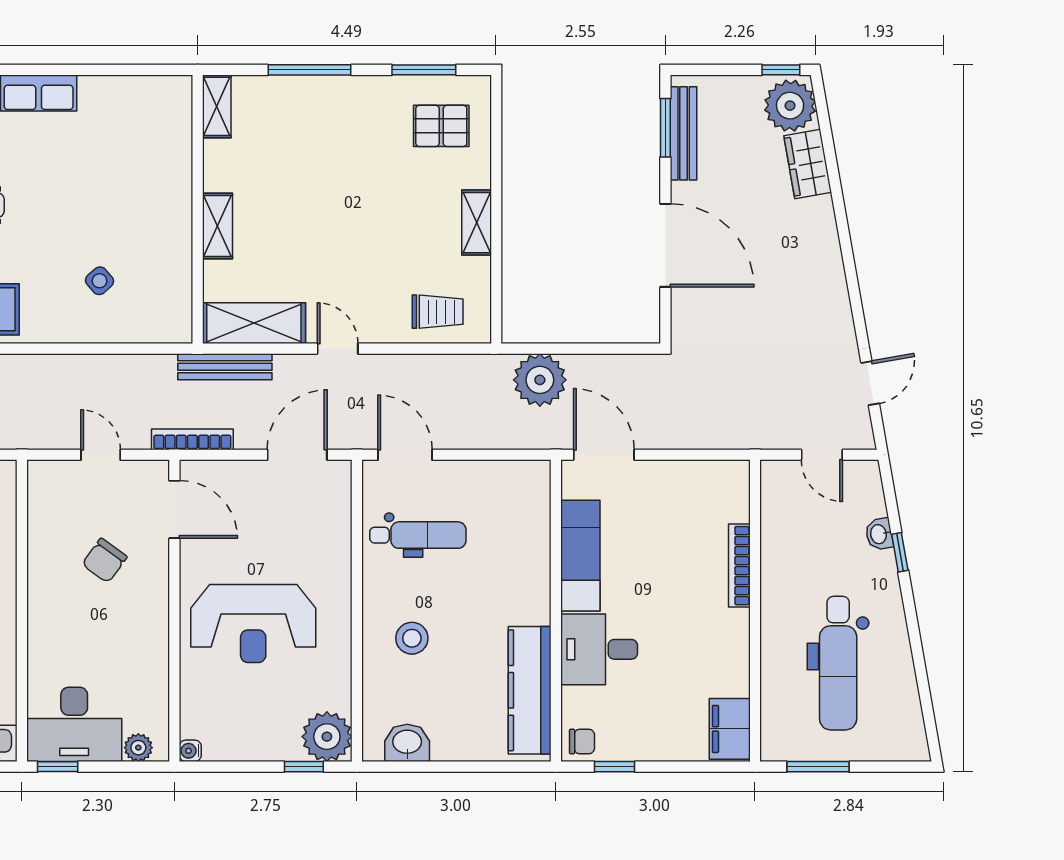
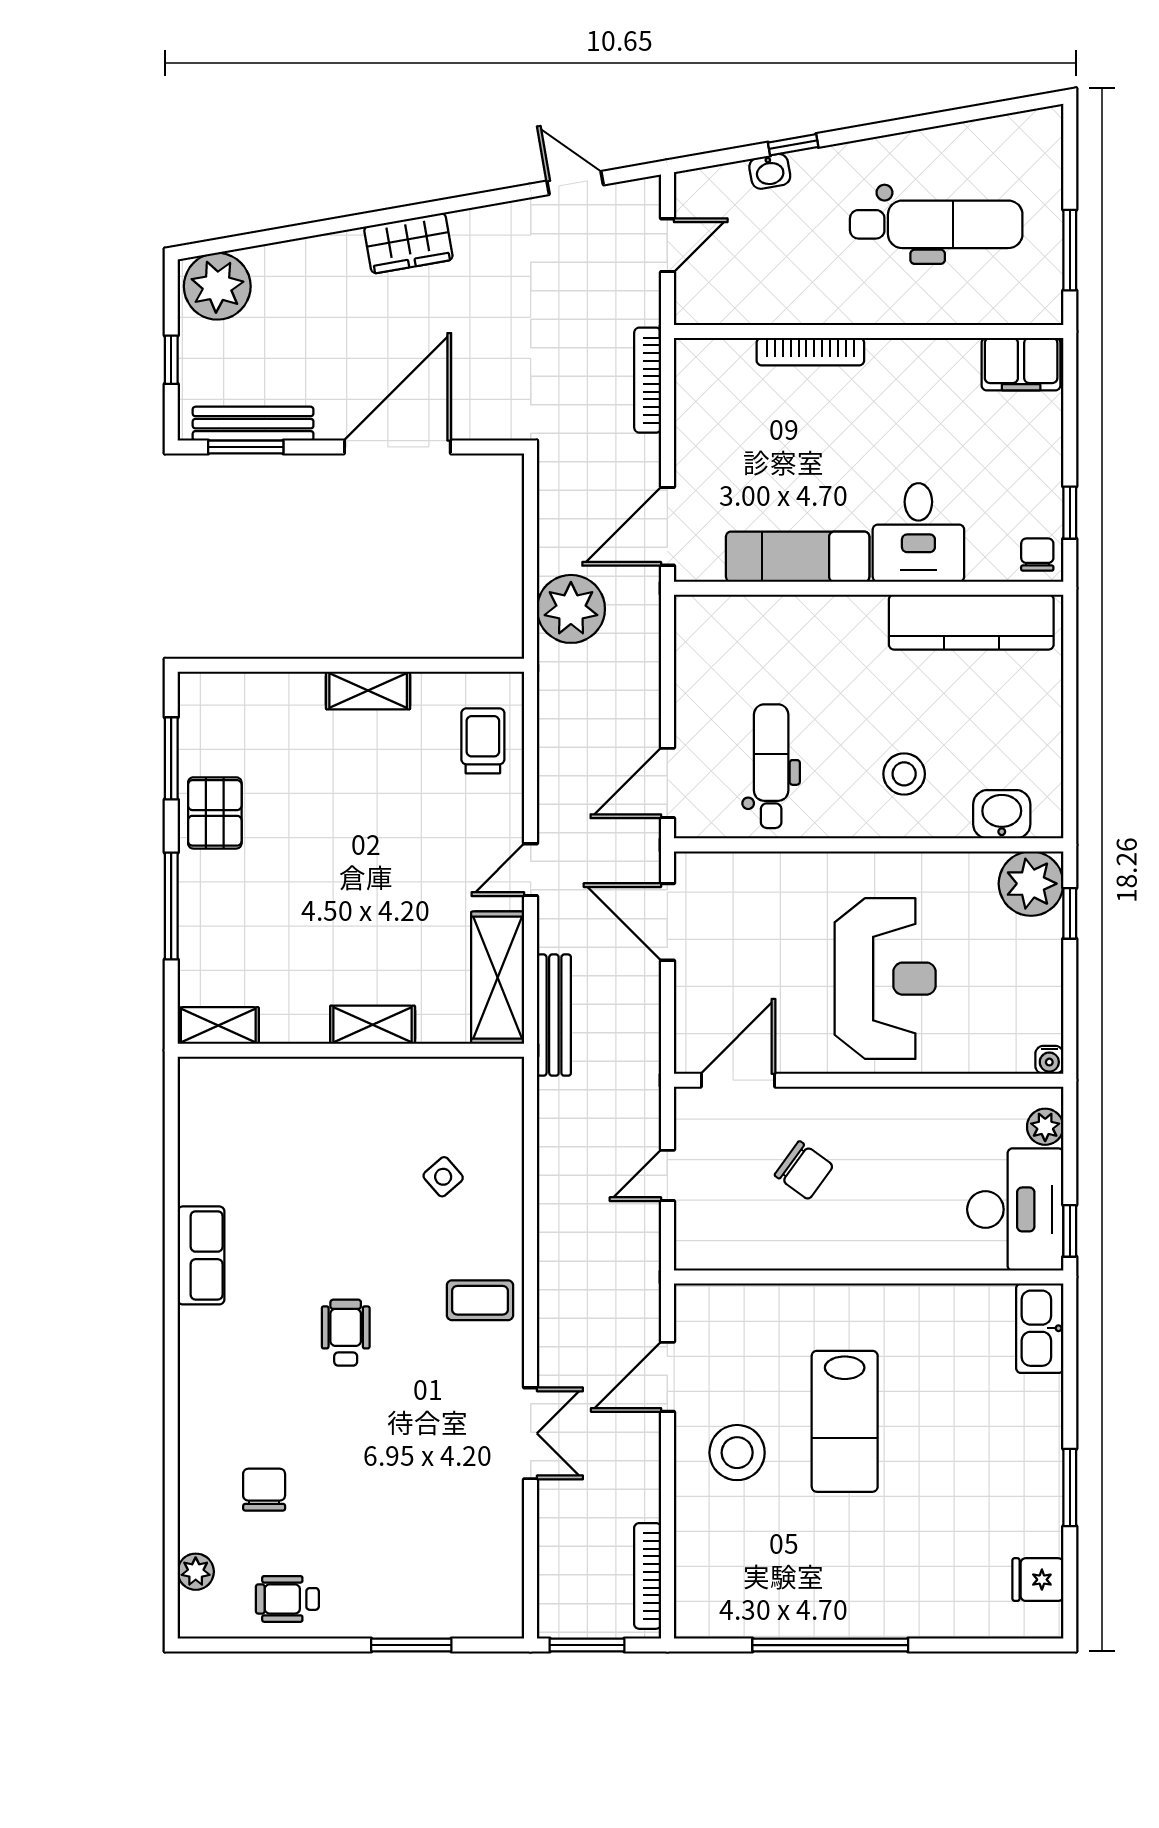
window: (781, 70) -> (171, 360), moved
pallet: (441, 126) -> (215, 813), moved
wardrobe: (808, 164) -> (408, 243), moved
bookcase: (192, 439) -> (648, 380), moved
washbasin: (407, 743) -> (1002, 814), moved, turned 90

